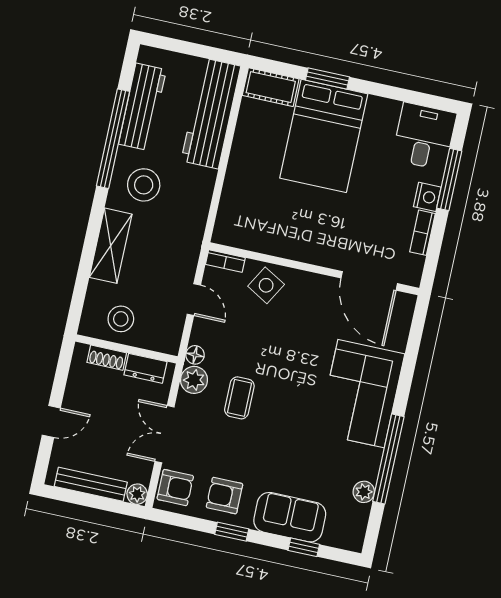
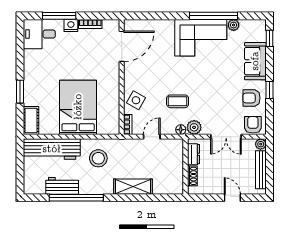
workbench: (142, 107) -> (62, 186), width x0.73
bed: (324, 136) -> (78, 107), moved, turned -90
stool: (144, 185) -> (98, 158), moved
stool: (121, 319) -> (170, 173), removed
corner sofa: (361, 394) -> (201, 38), moved
coffee table: (239, 398) -> (178, 101), moved
armchair: (225, 496) -> (251, 98), turned 90
window: (304, 547) -> (270, 38), moved

